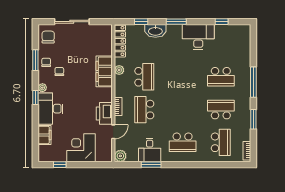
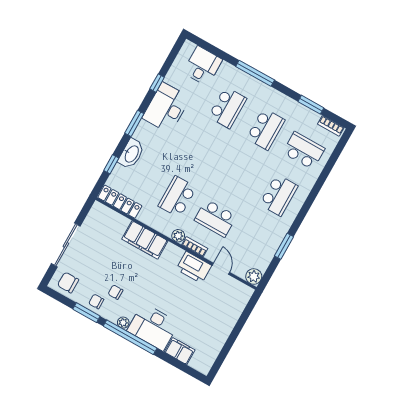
window: (222, 22) -> (157, 83), moved
plant: (119, 70) -> (178, 236), moved
school desk: (144, 77) -> (177, 197), turned -90
window: (35, 98) -> (130, 337), width x3.17
school desk: (221, 110) -> (266, 129), turned 180
window: (253, 119) -> (311, 105), moved
corner desk: (81, 148) -> (218, 317), removed
desk: (150, 150) -> (203, 66), moved, turned -90
window: (60, 165) -> (224, 353), removed

